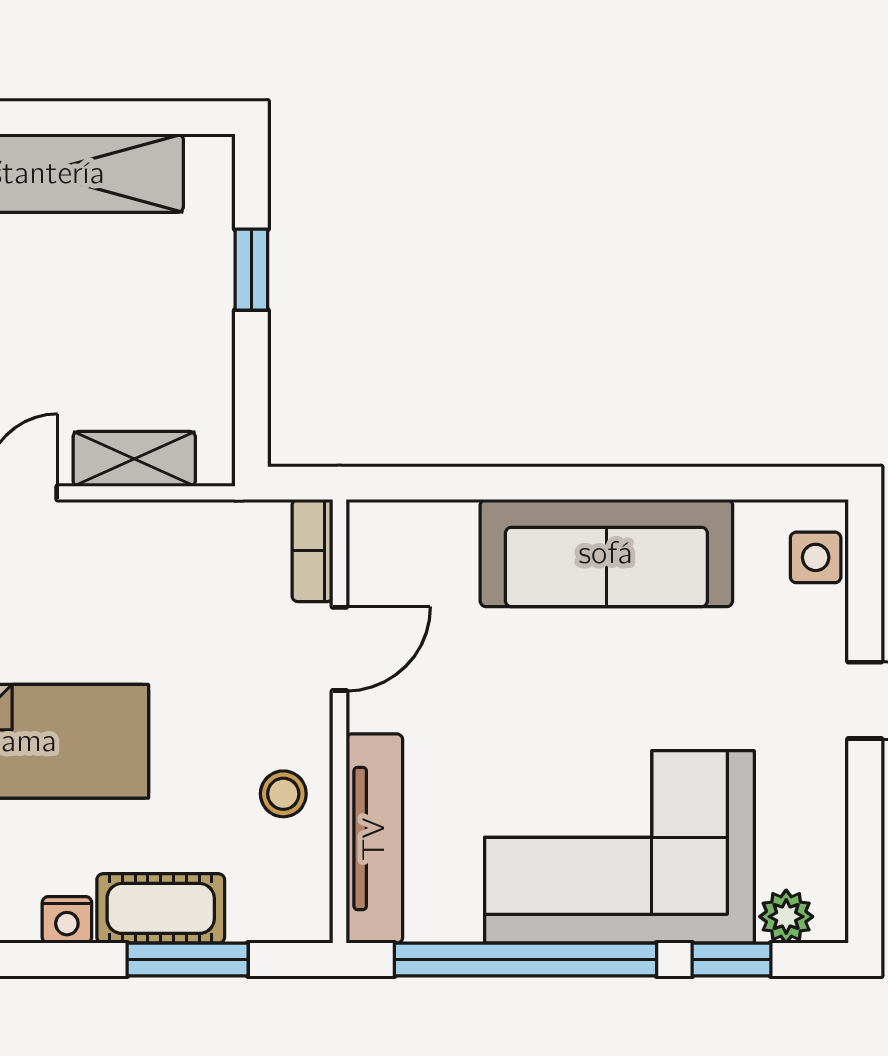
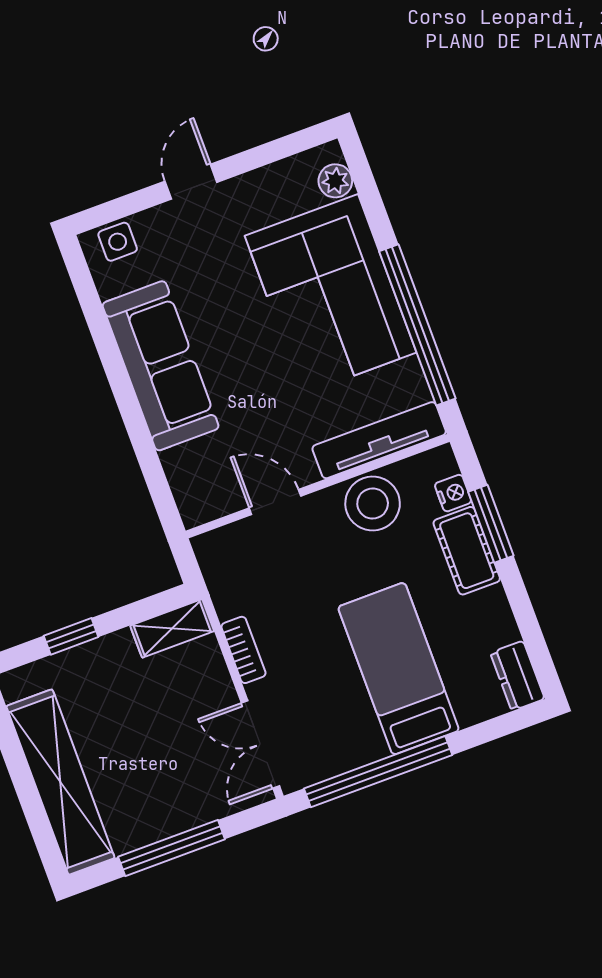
shelving: (134, 459) -> (172, 628), moved, turned 90
bookcase: (312, 551) -> (243, 650), moved, turned -90
stool: (283, 794) -> (373, 503), width x1.89, depth x1.89
nightstand: (67, 920) -> (453, 493), moved
window: (731, 959) -> (373, 204), removed

